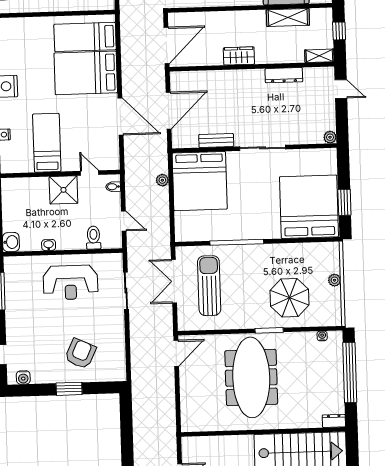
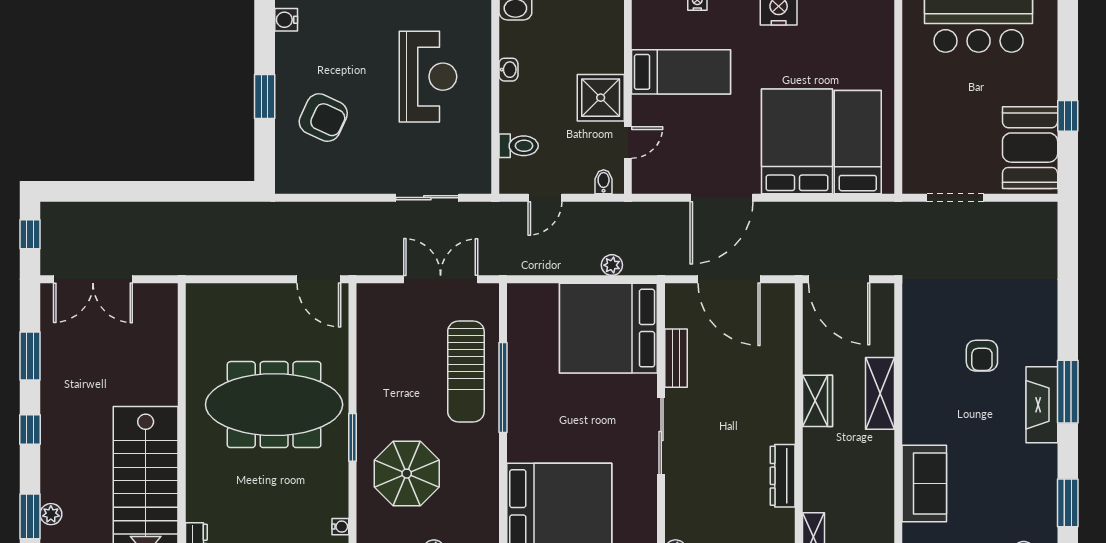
shelving: (288, 17) -> (880, 393), moved
reception desk: (71, 282) -> (428, 77), moved, turned 180
sun lounger: (209, 286) -> (466, 372), moved, turned 90

